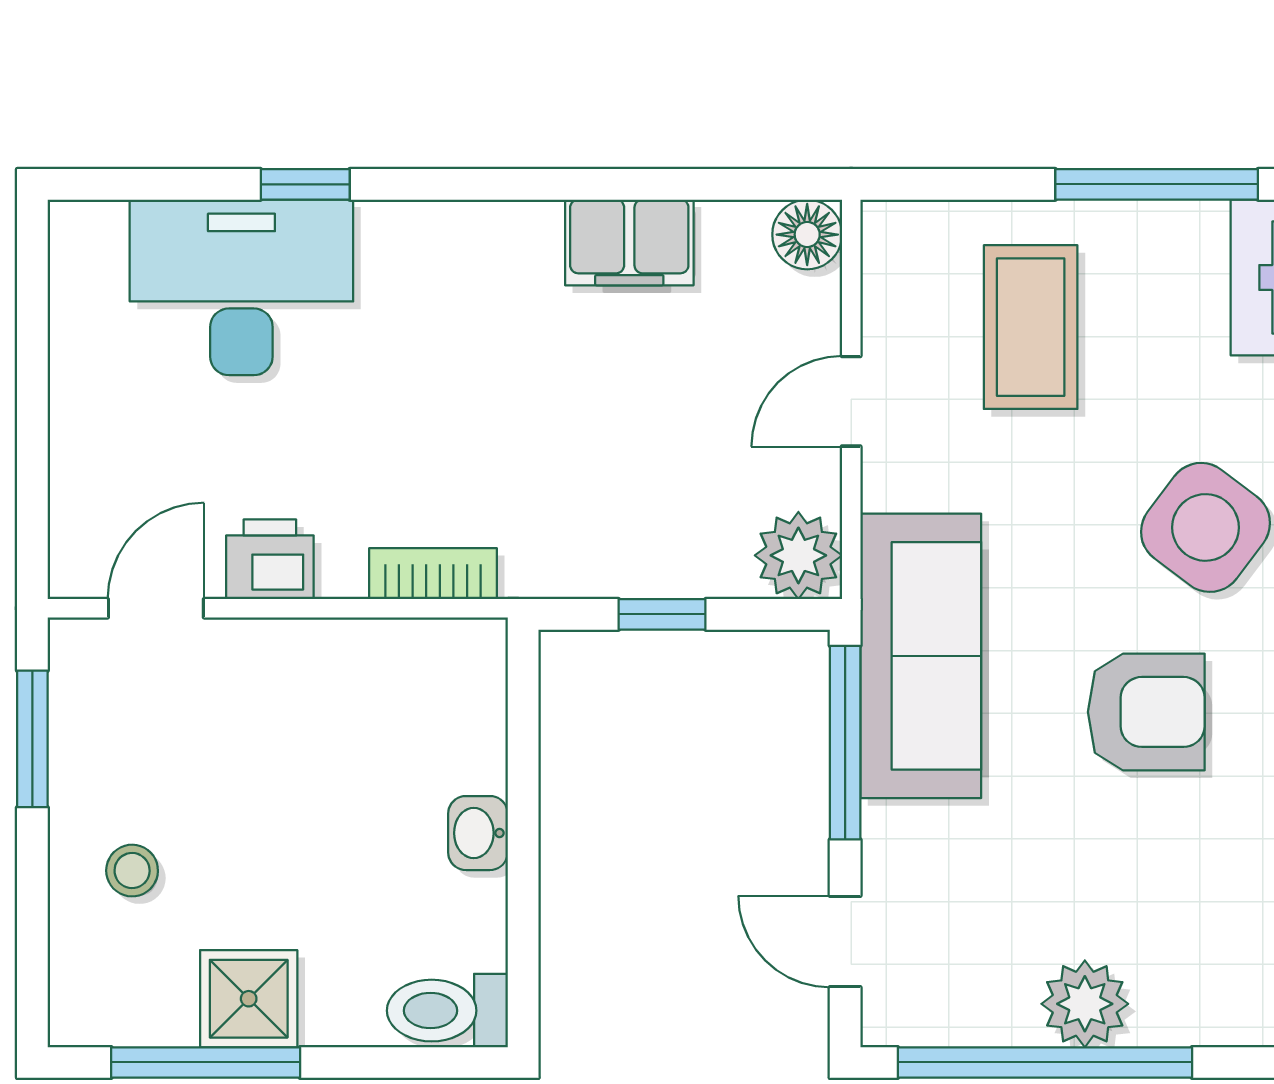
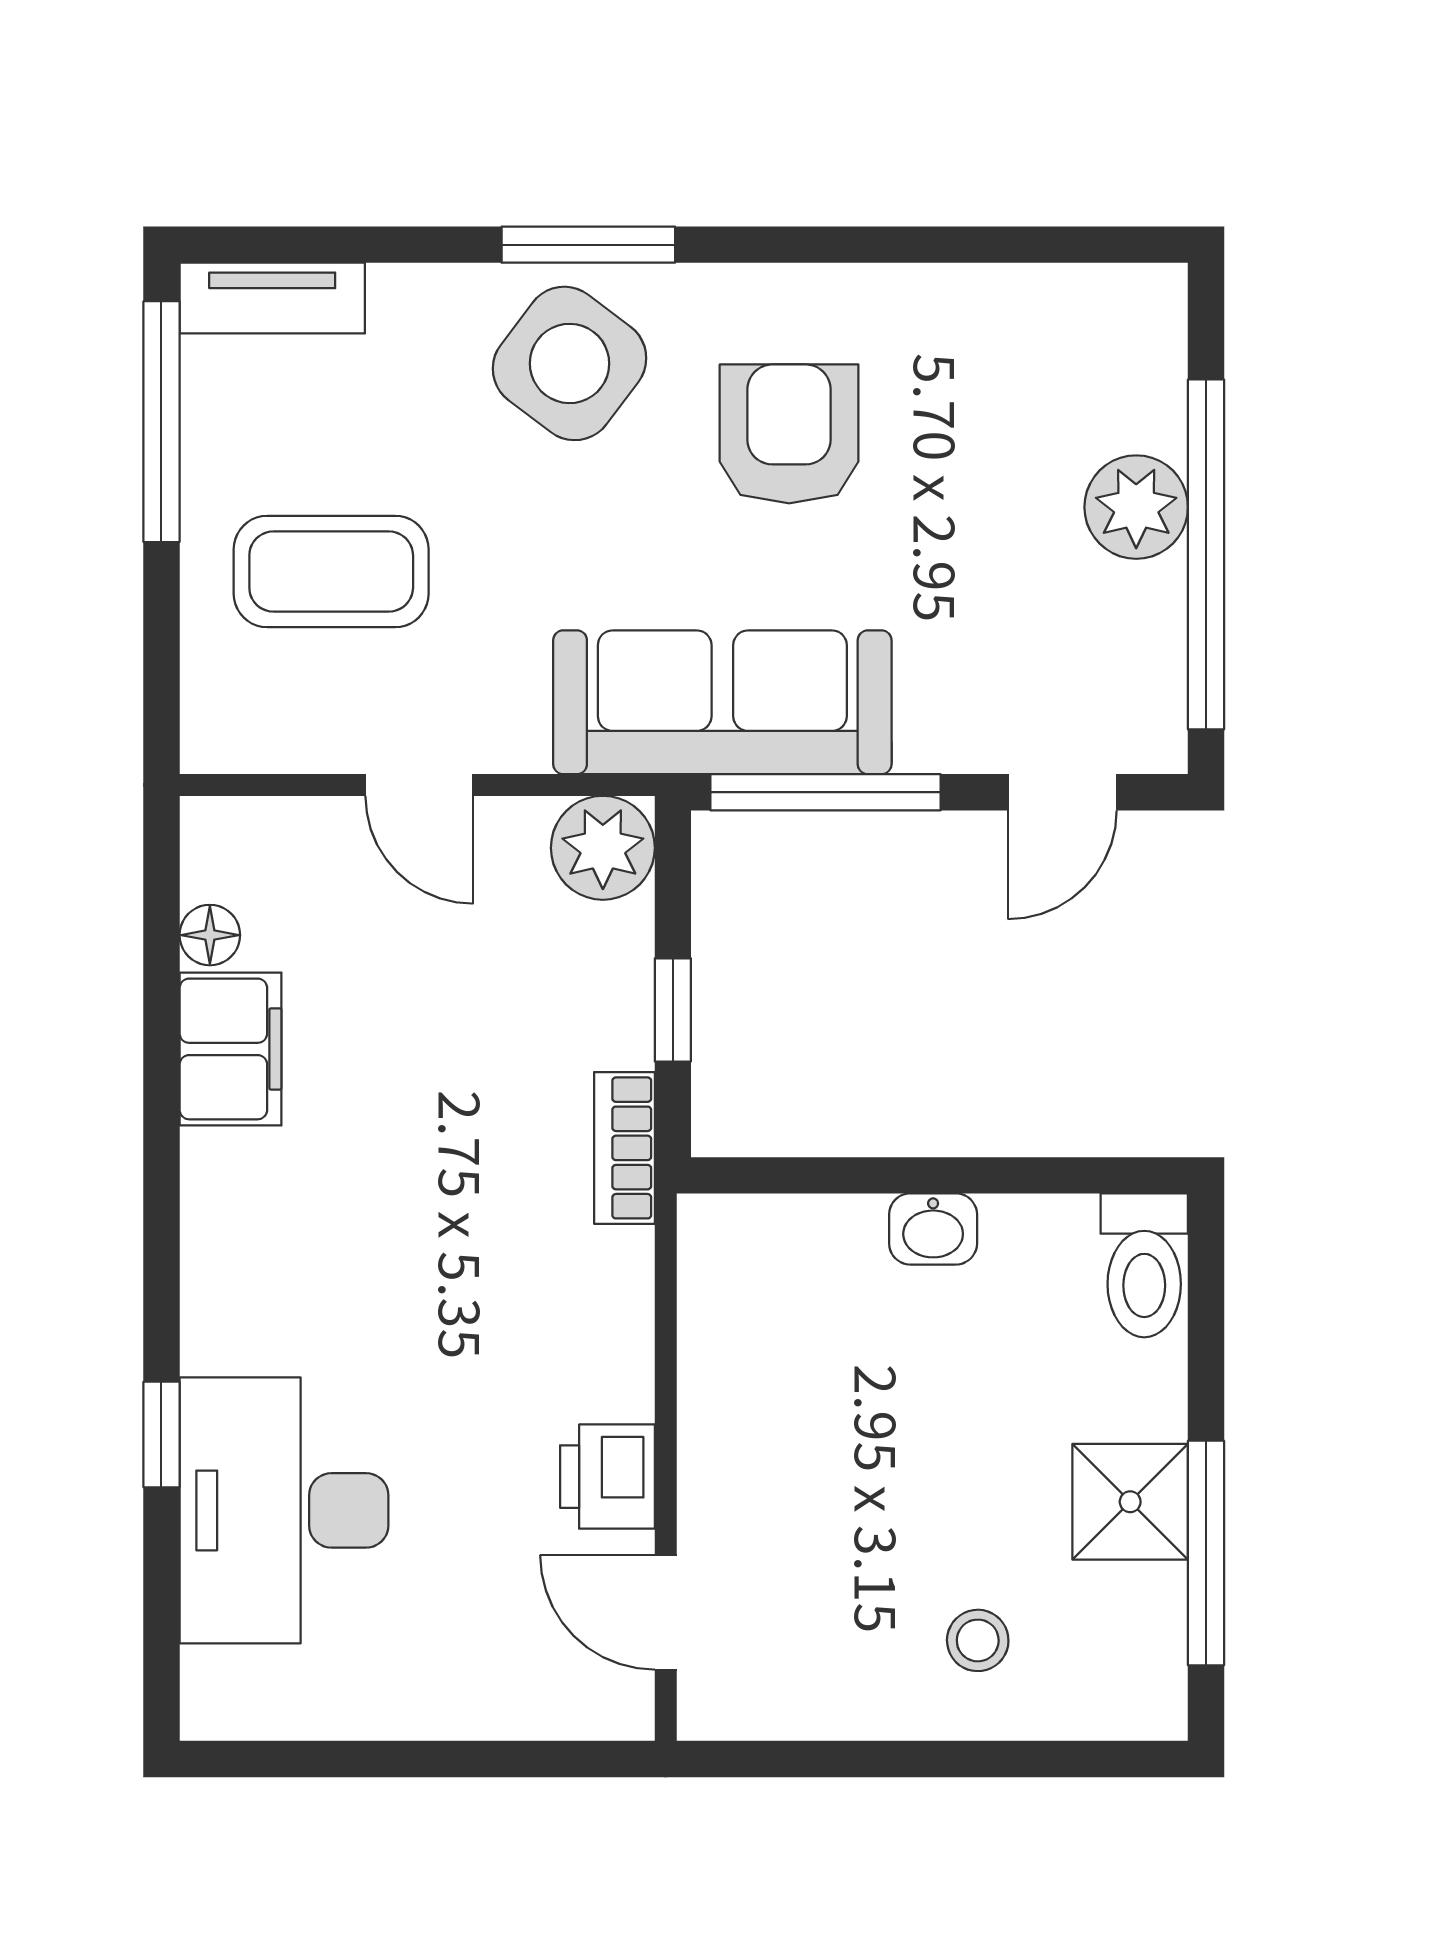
floor lamp: (807, 235) -> (210, 935), moved, width x0.73, depth x0.73
bookcase: (433, 574) -> (624, 1148), moved
window: (32, 739) -> (821, 1759), removed

